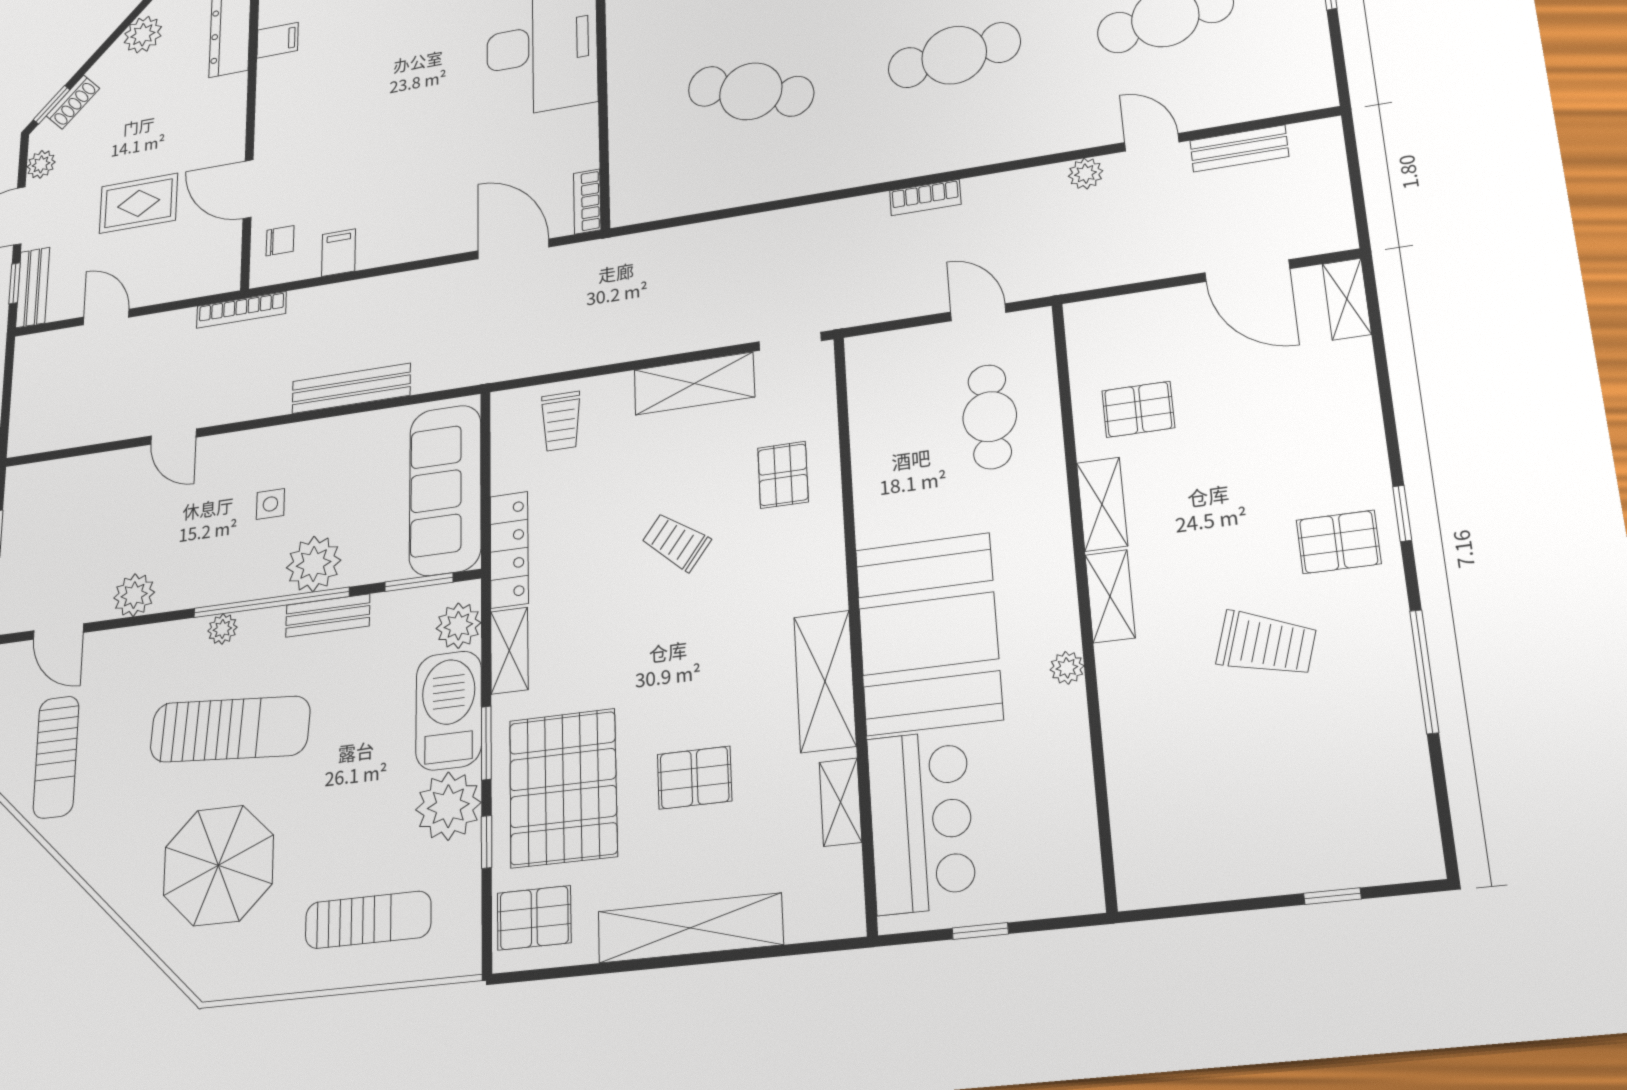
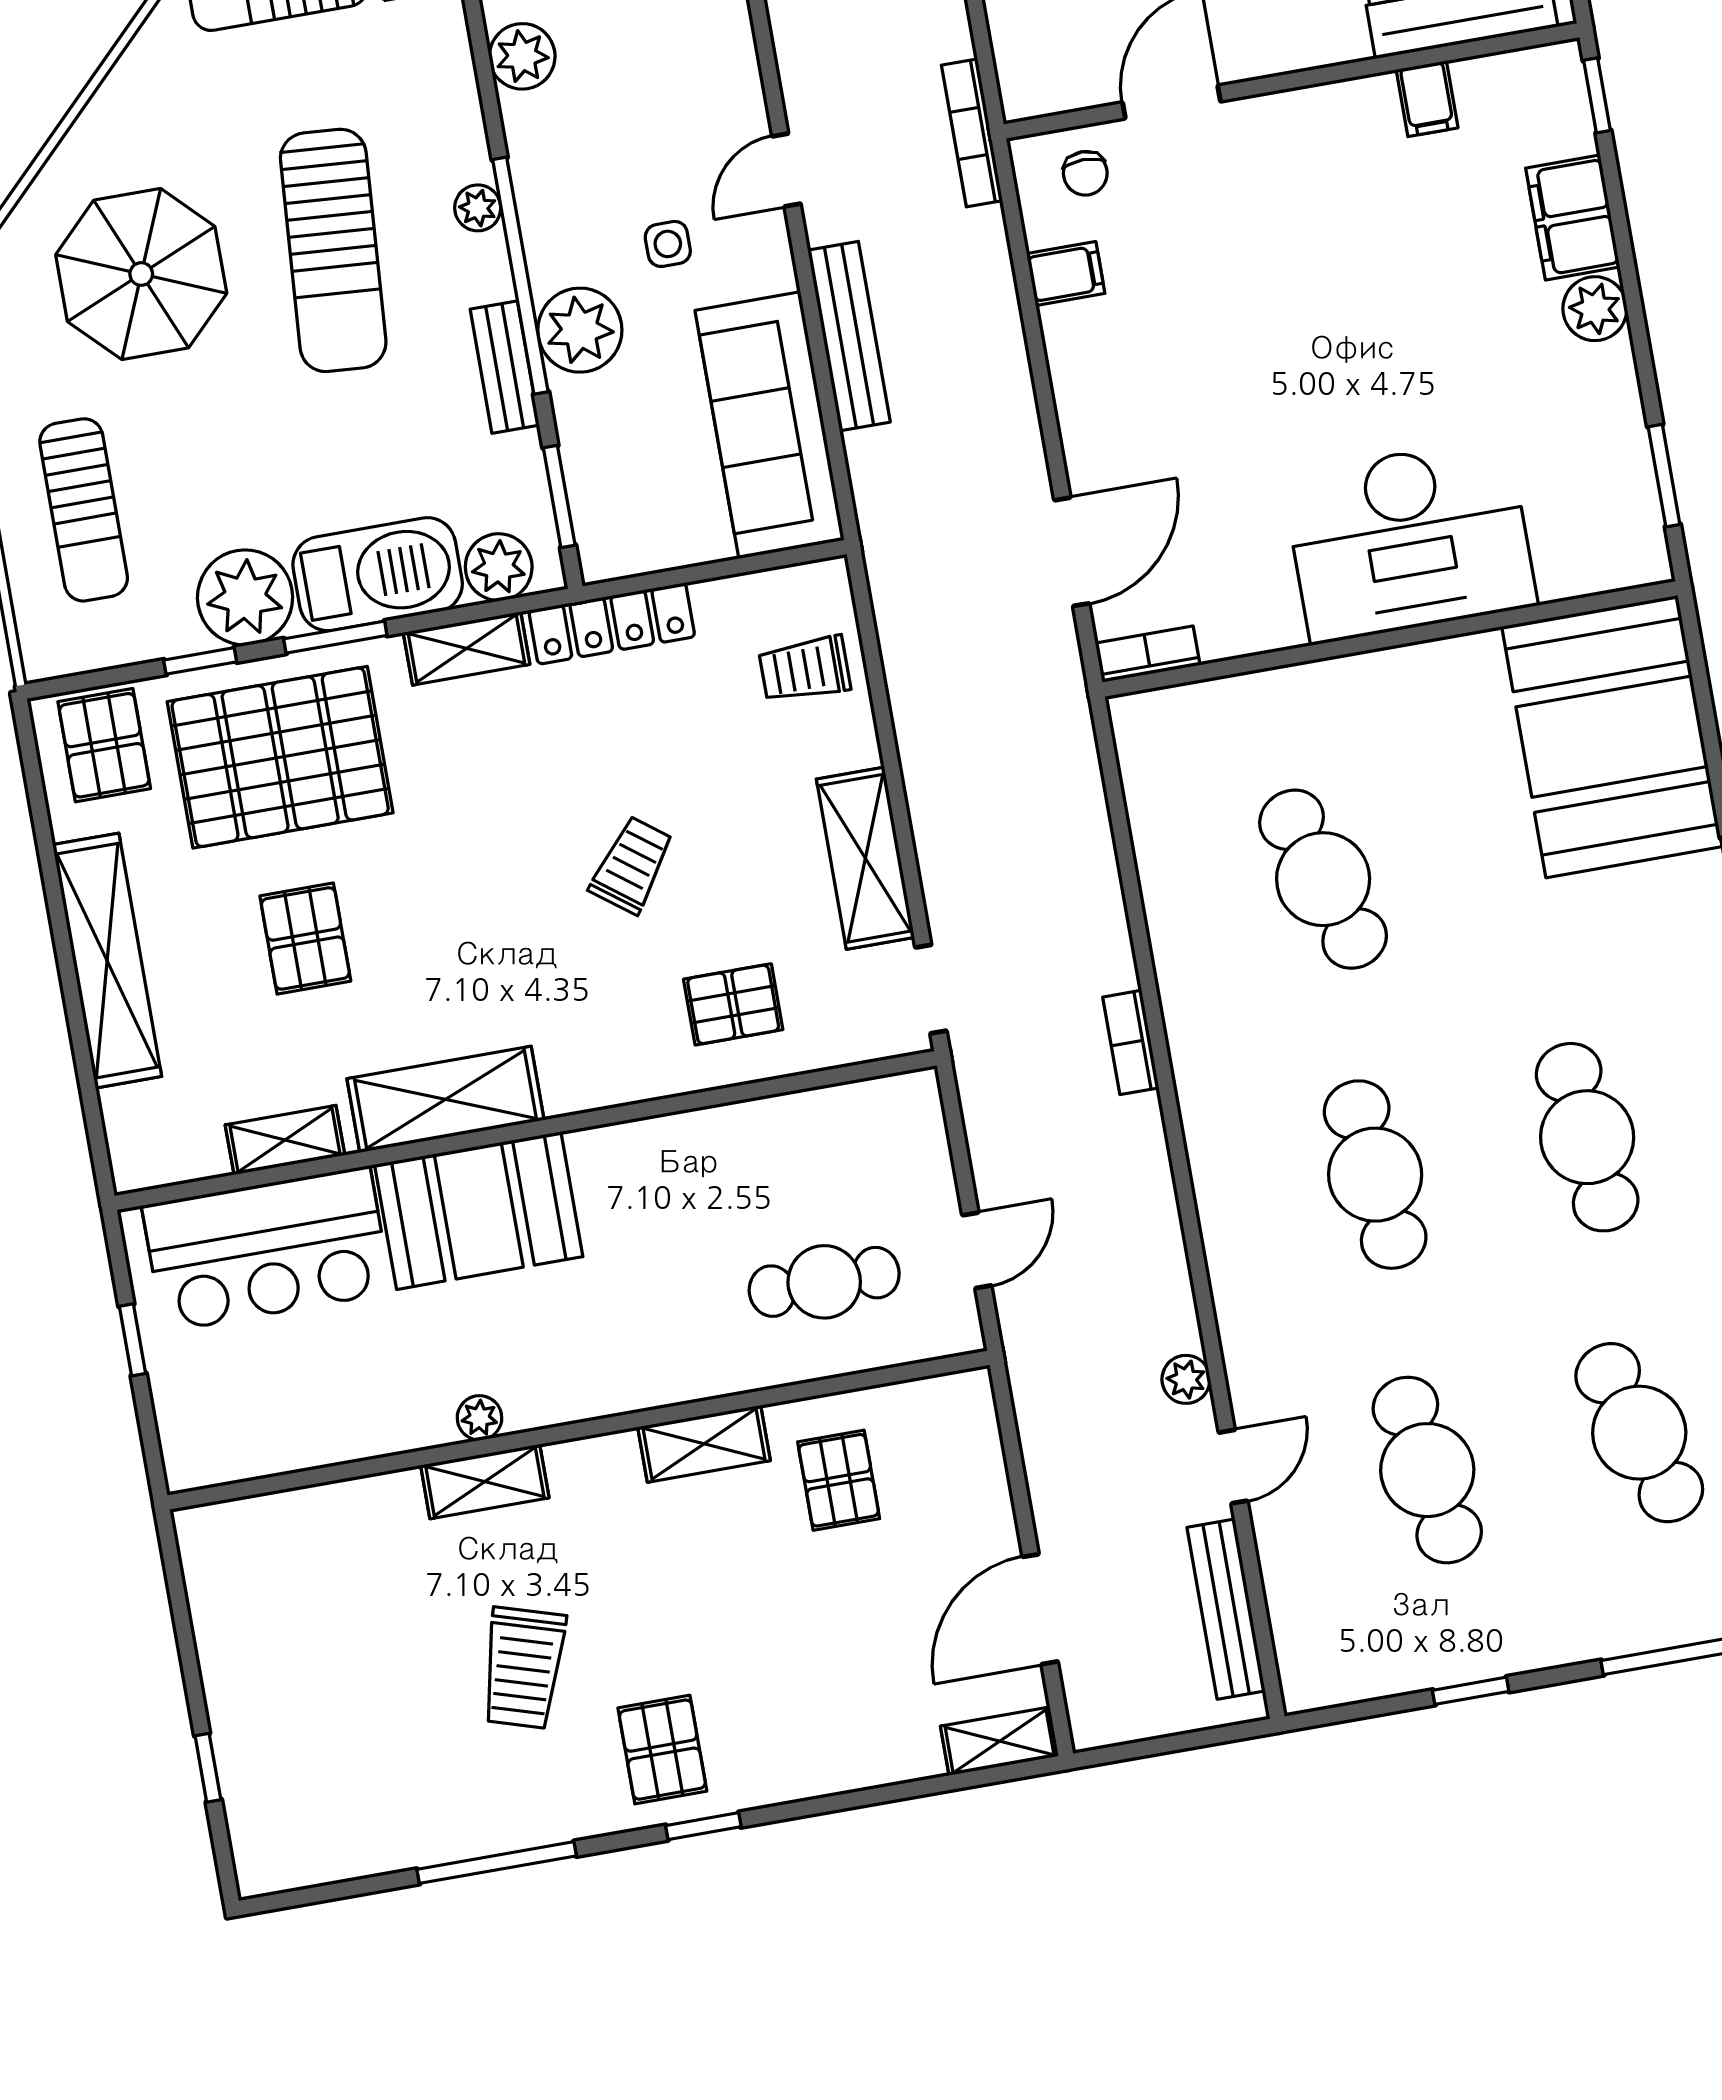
cafe table: (751, 91) -> (1323, 879), turned -36
bench: (1239, 148) -> (1226, 1609), width x1.36
bookcase: (925, 197) -> (1131, 1042), moved
door: (173, 437) -> (786, 170), moved
sofa: (445, 490) -> (770, 425), moved, turned -90
shelving: (1110, 596) -> (485, 1482), moved
booth: (928, 634) -> (479, 1211), width x0.73, depth x0.70

